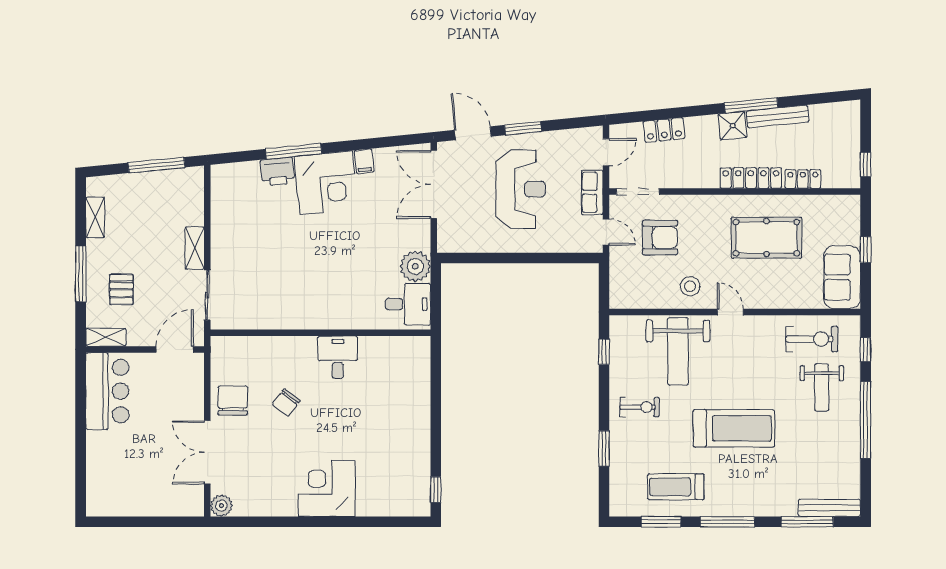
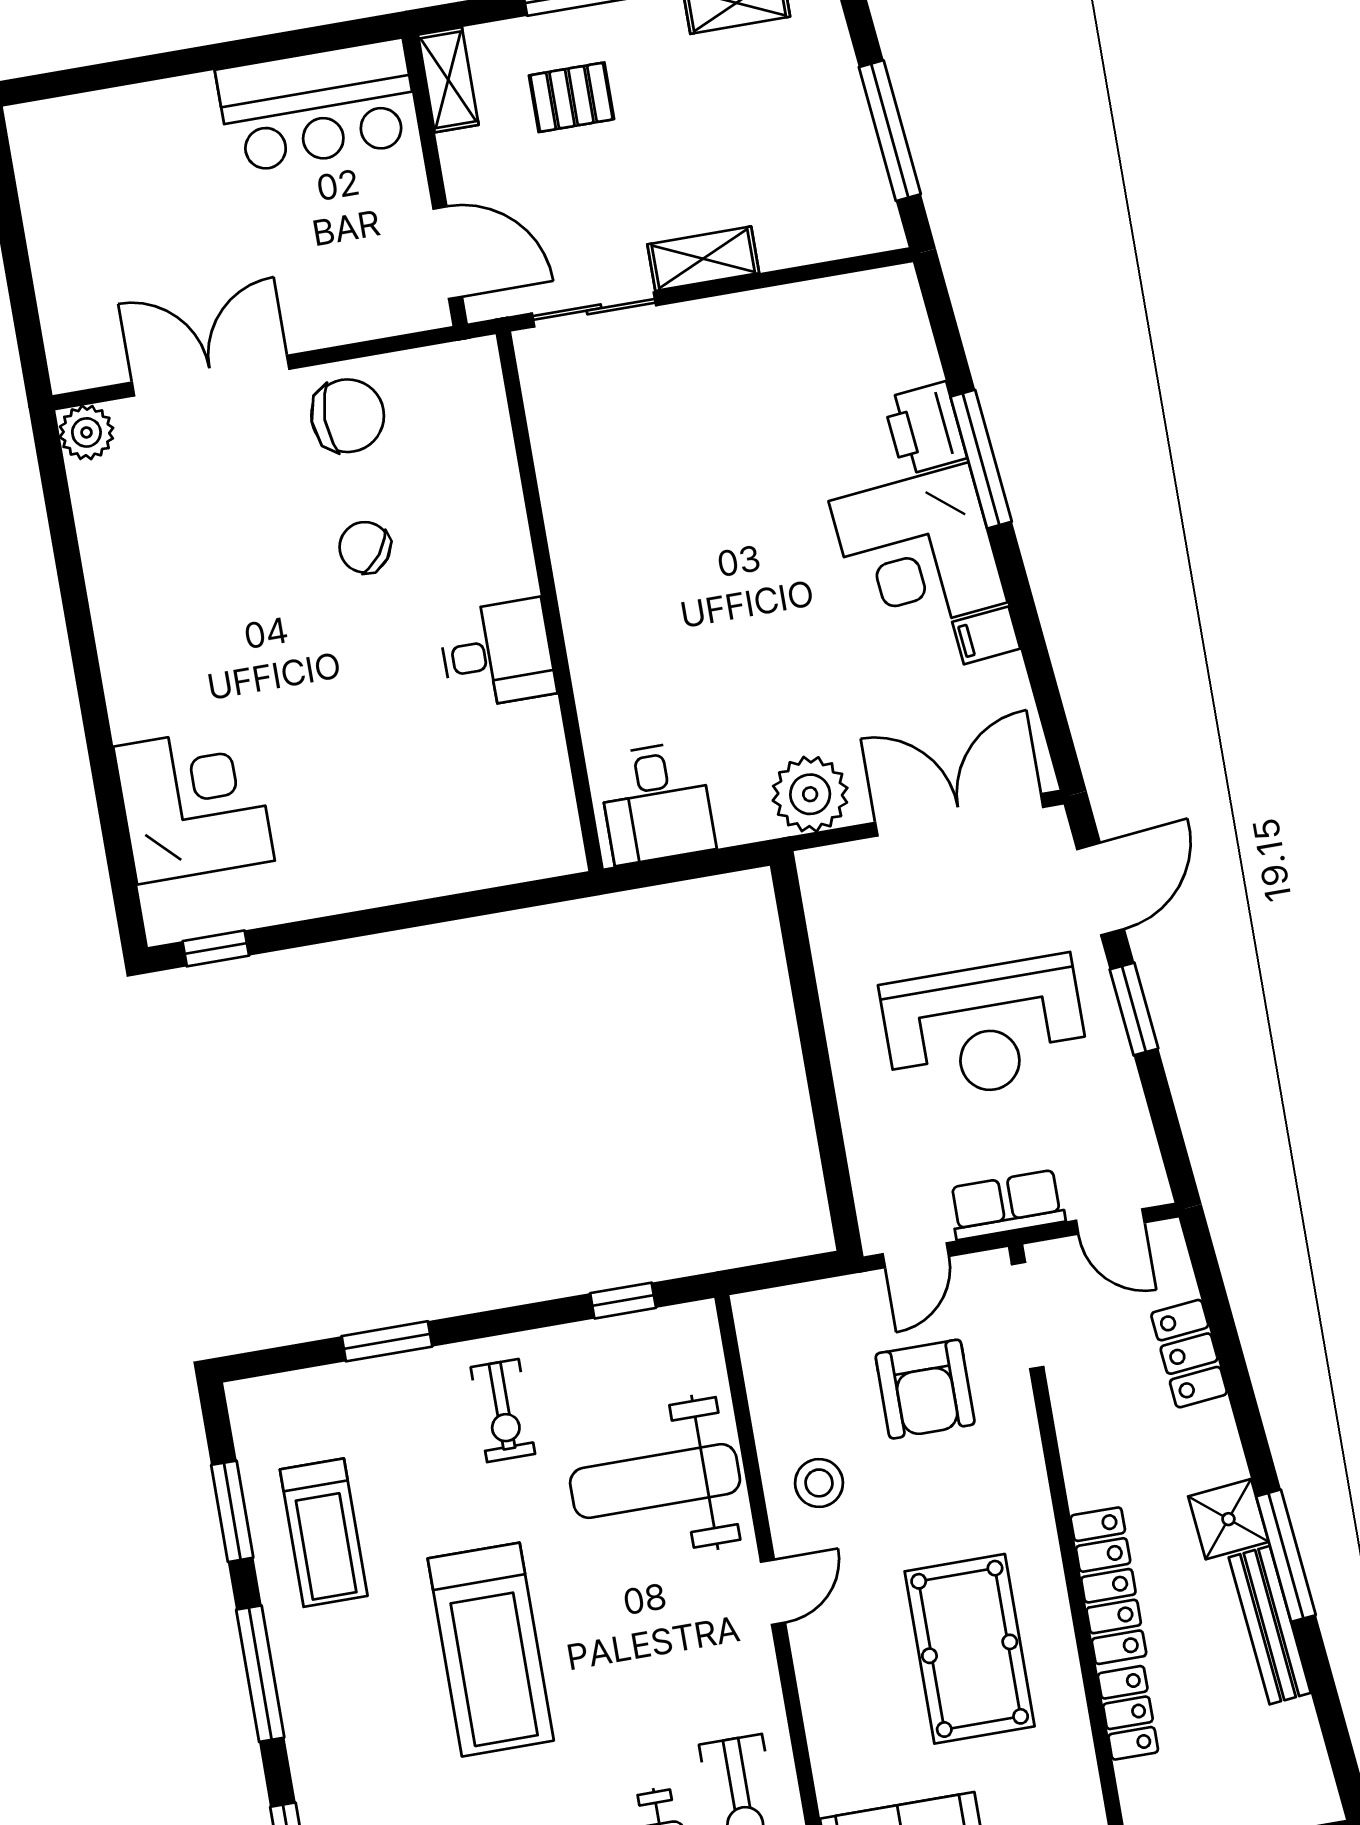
plant: (415, 266) -> (810, 794), moved
treadmill: (676, 487) -> (324, 1533), turned 180
corner desk: (327, 488) -> (194, 804), moved

